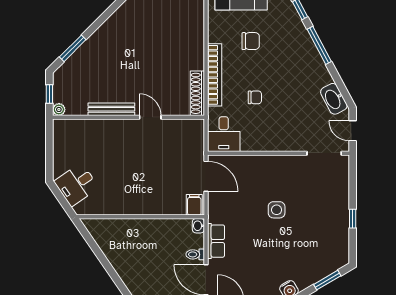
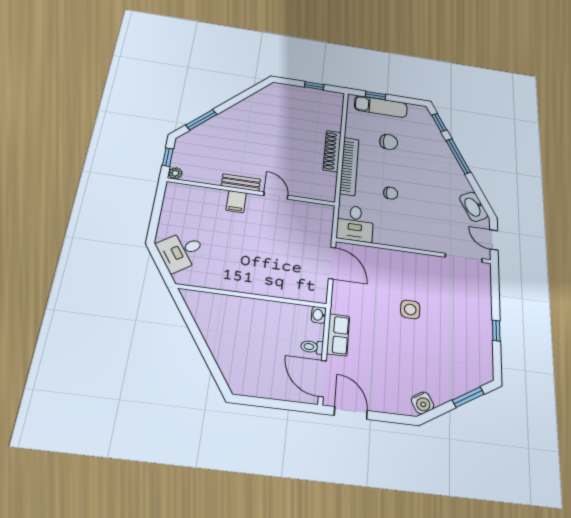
shoe rack: (197, 93) -> (332, 151), moved
bench: (111, 109) -> (241, 183), width x0.73
filing cabinet: (194, 205) -> (236, 202), moved, turned 180

